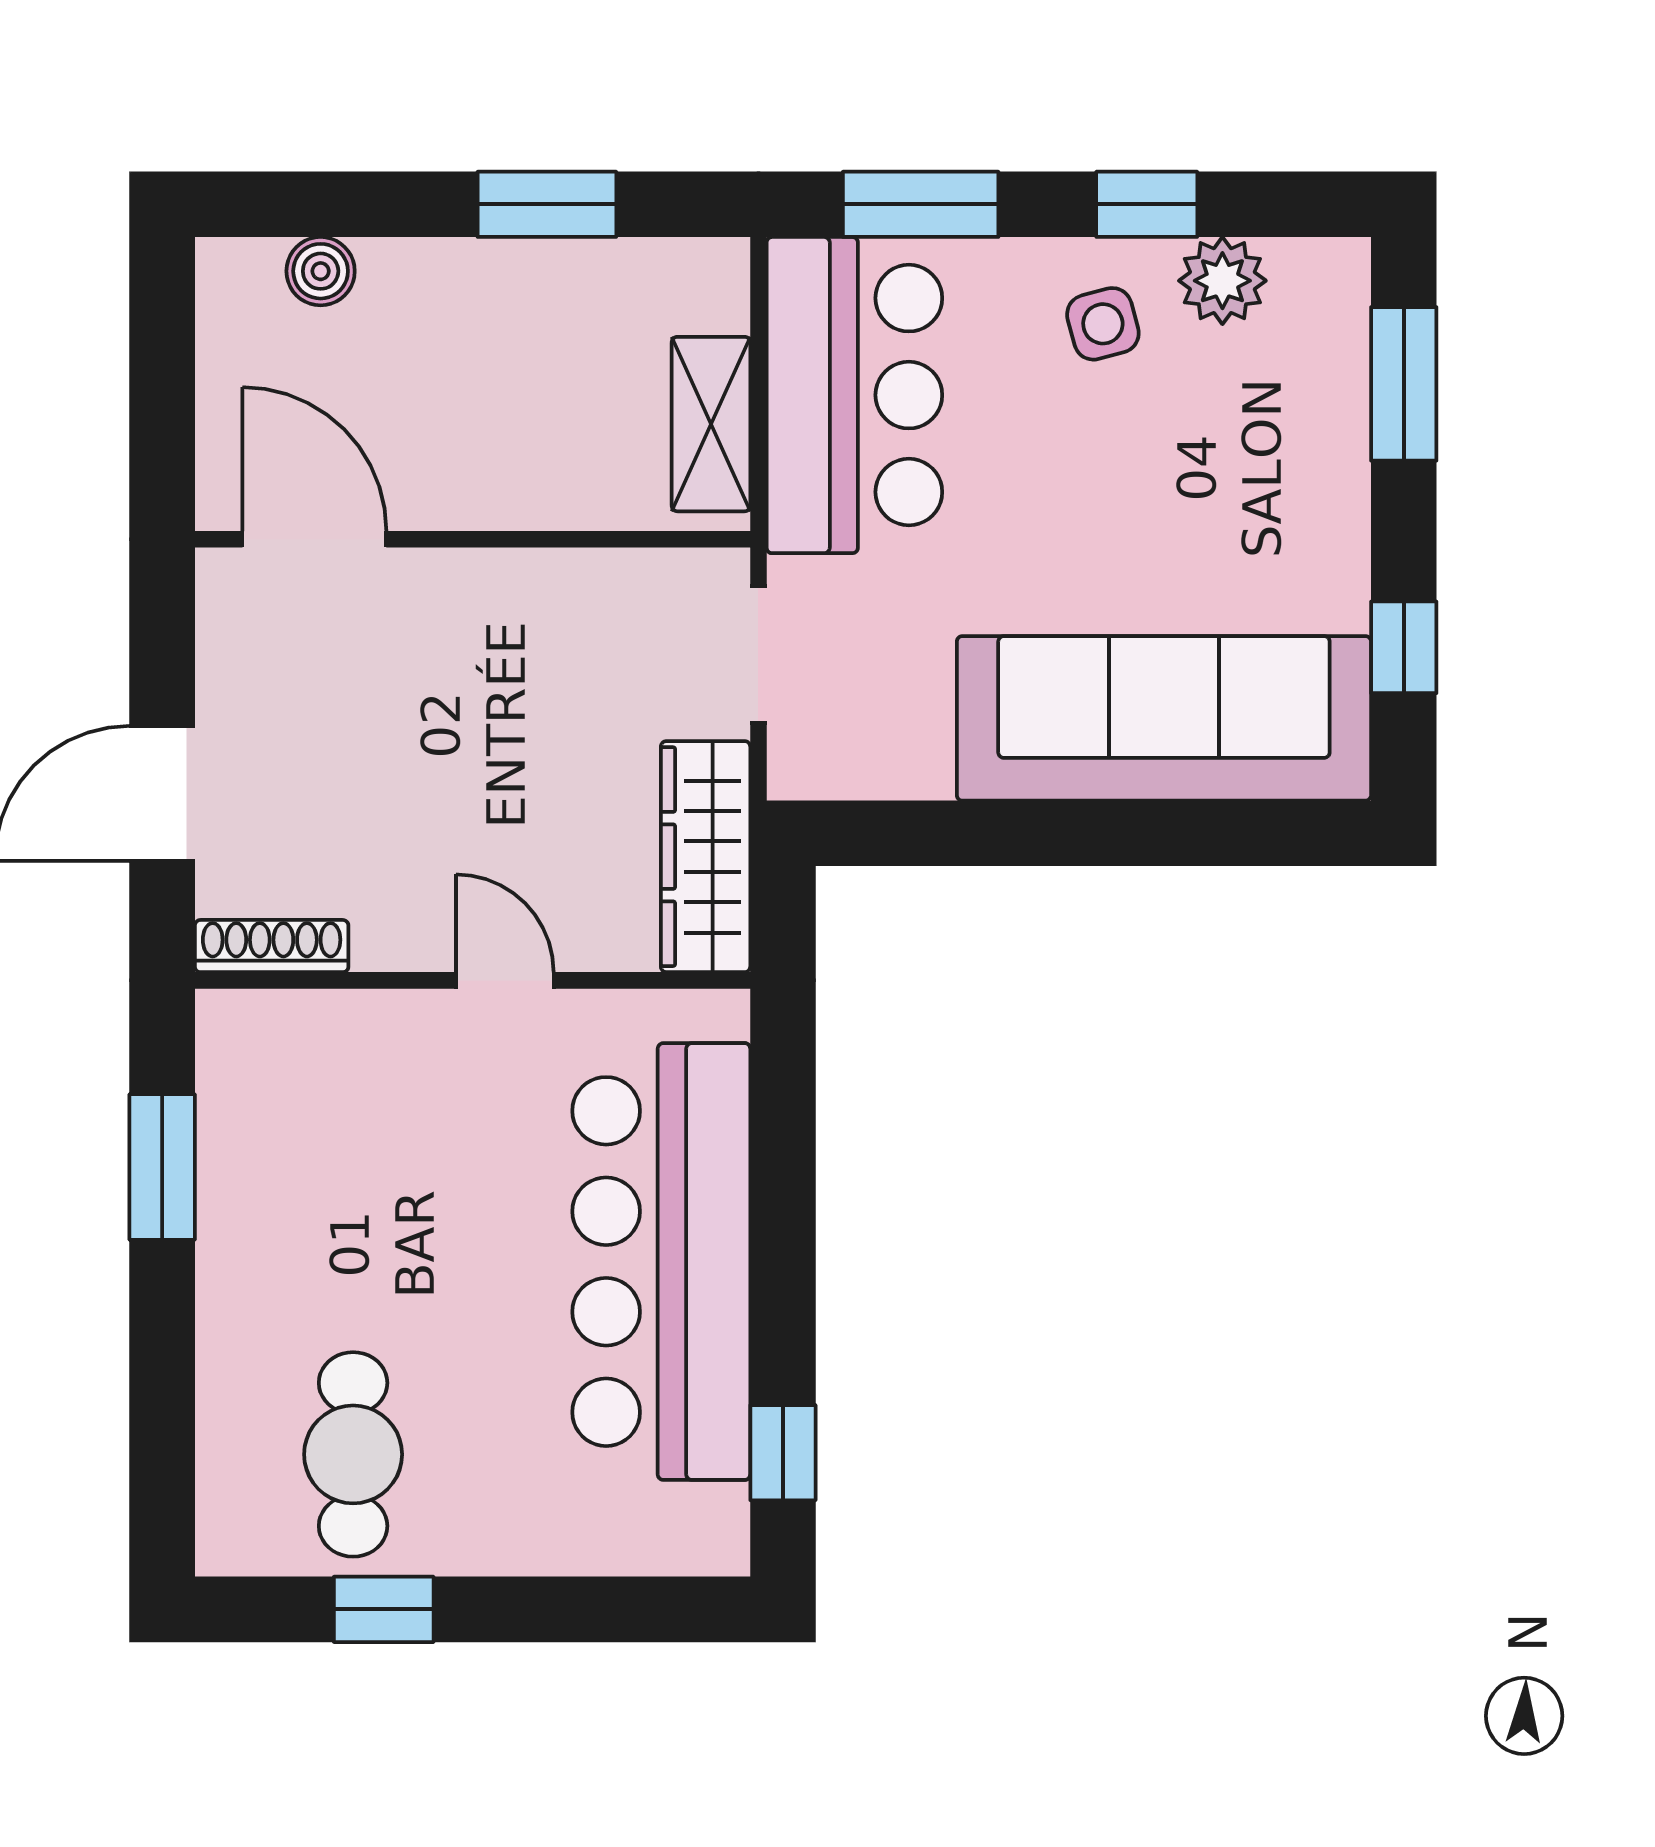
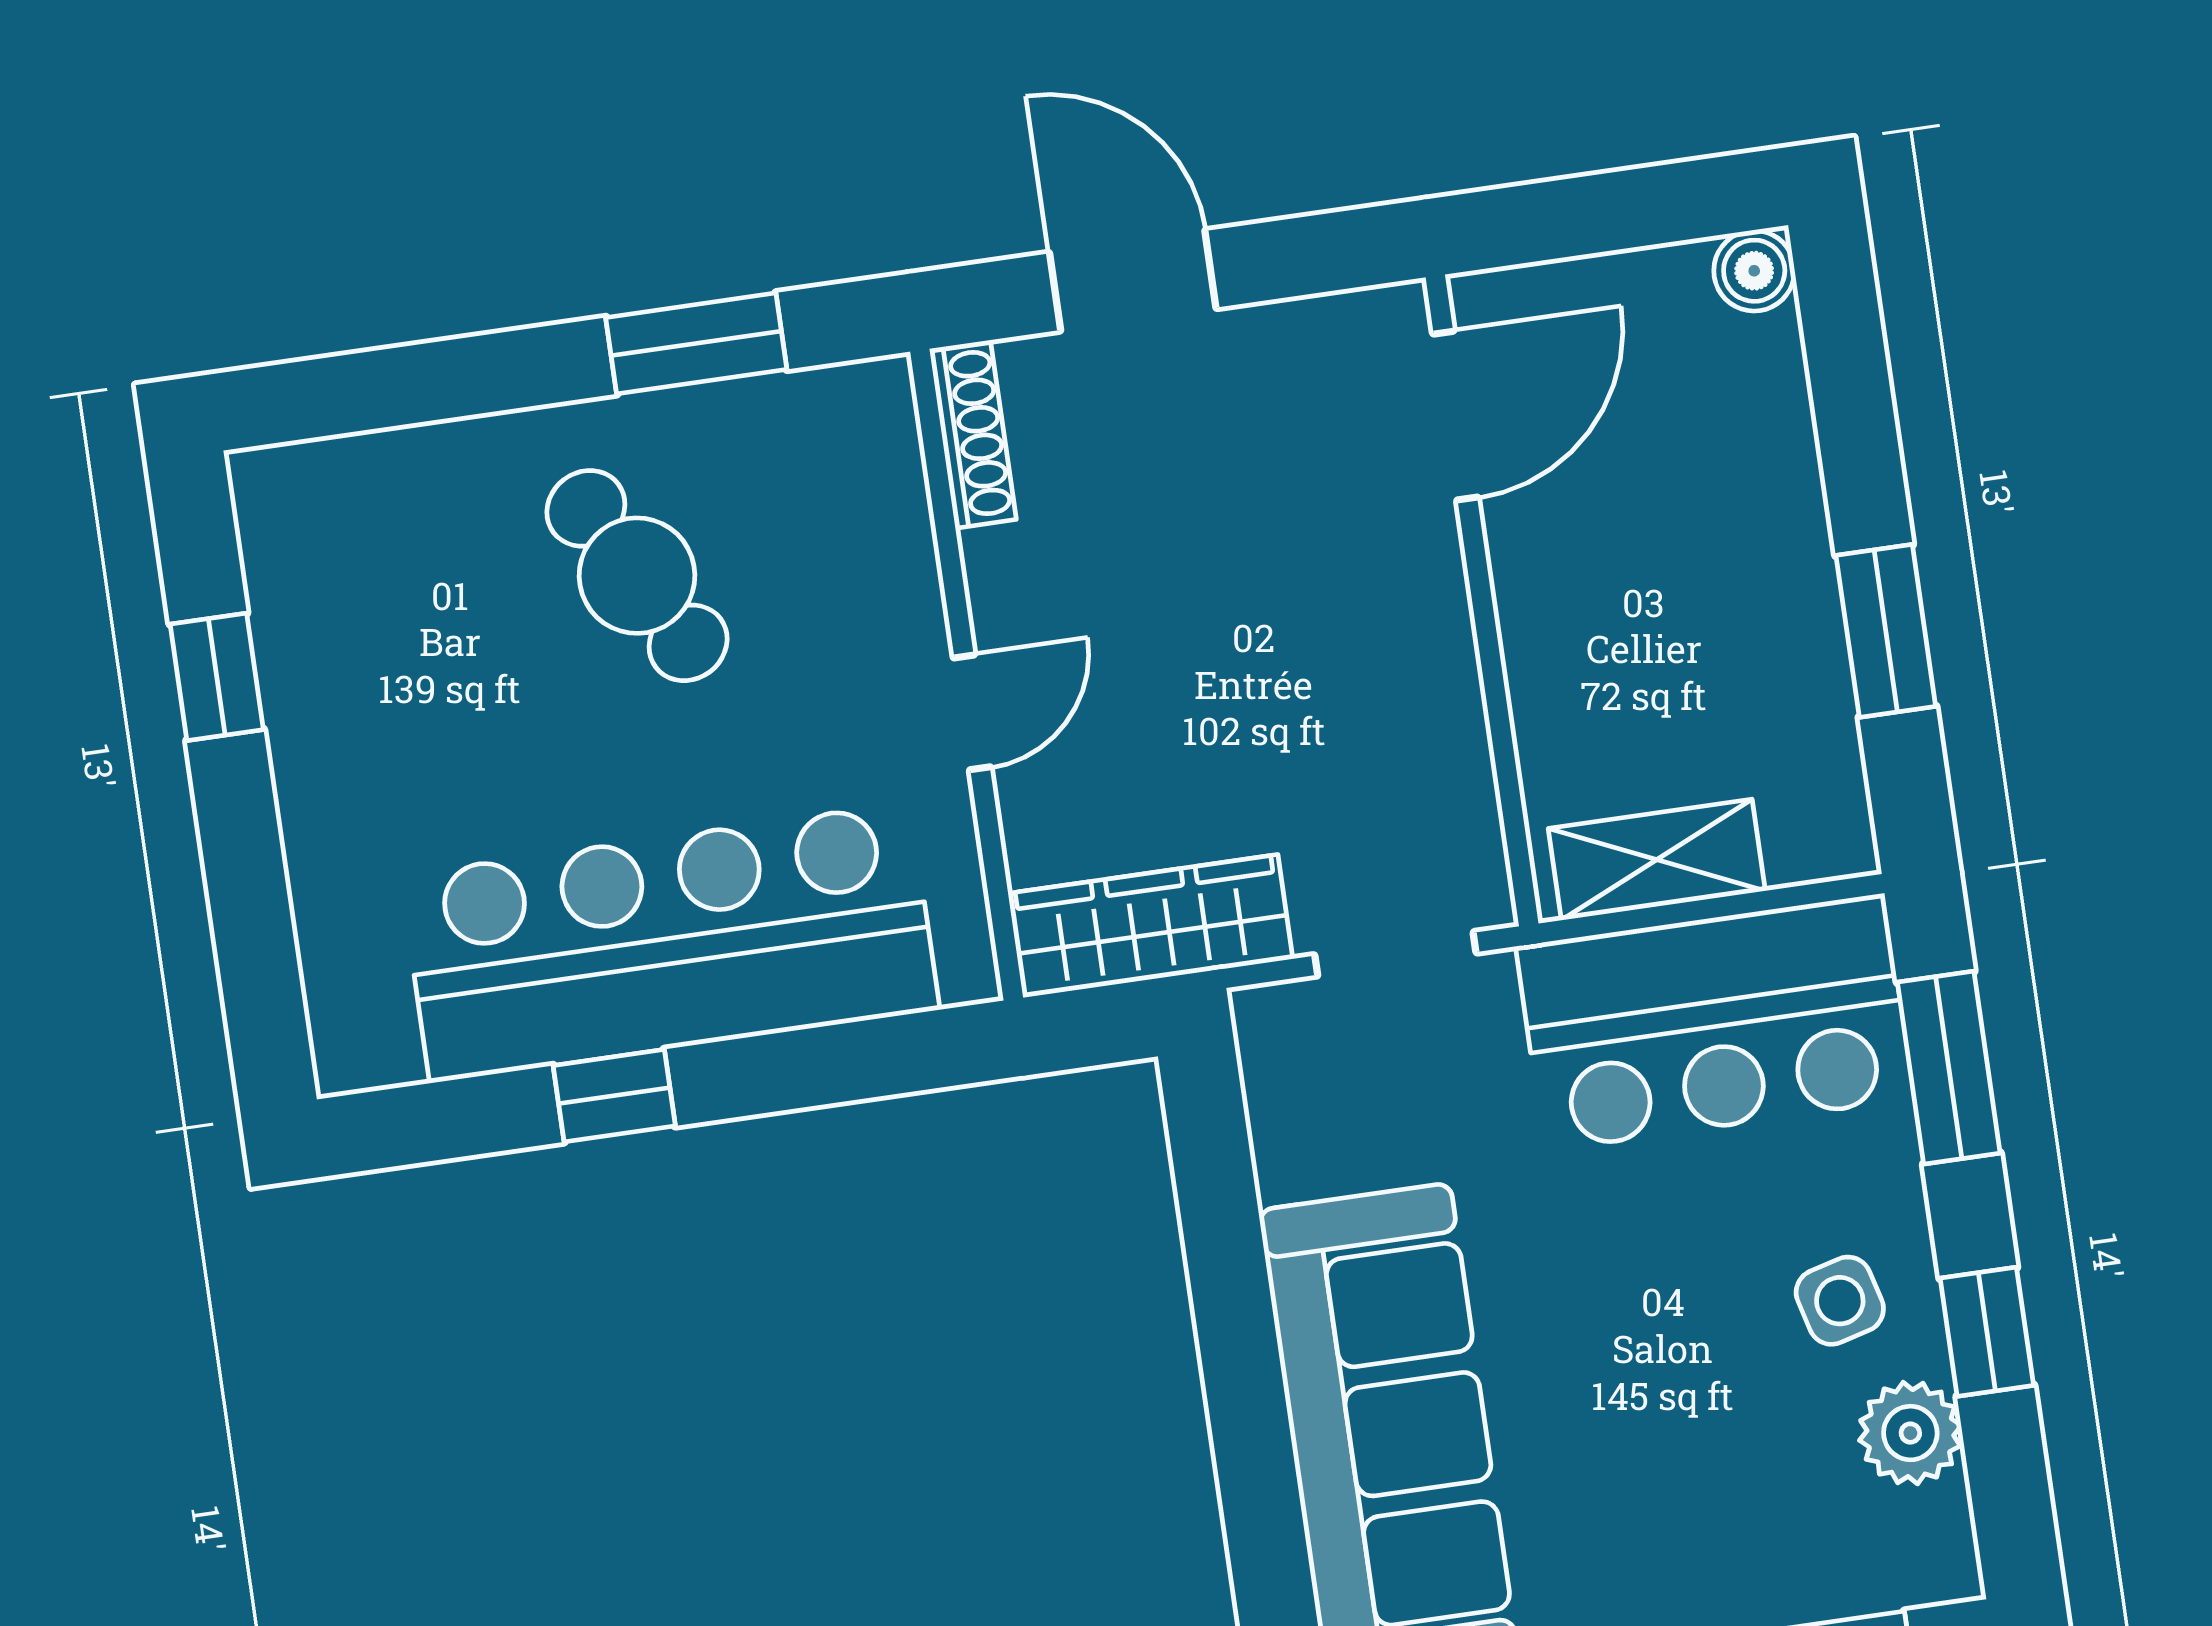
boiler: (321, 271) -> (1754, 271), moved
window: (783, 1453) -> (614, 1096), moved
cafe table: (353, 1454) -> (637, 576), moved, turned 61

